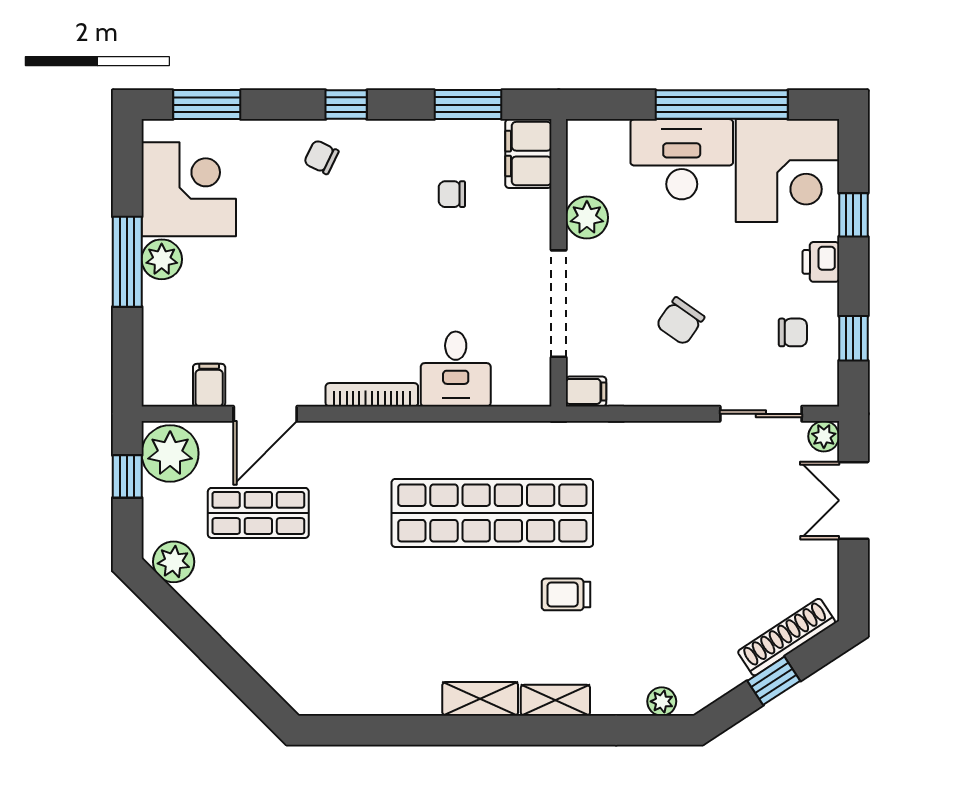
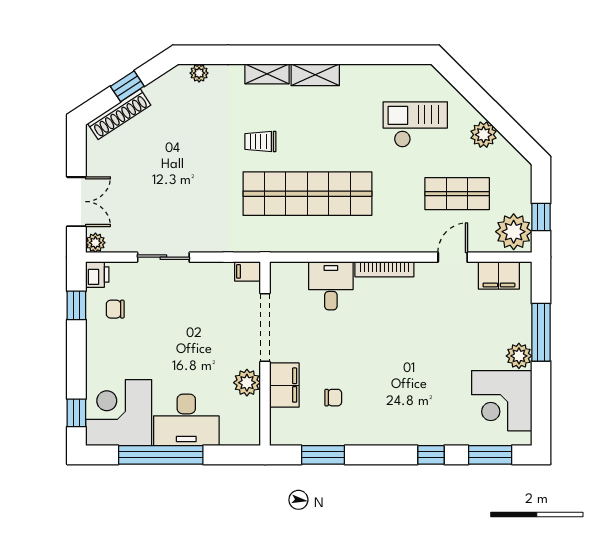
window: (346, 105) -> (431, 455), moved
filing cabinet: (528, 154) -> (284, 385), moved
chair: (321, 157) -> (417, 421), removed
window: (853, 215) -> (76, 413), moved
window: (127, 262) -> (541, 332), moved
printer: (821, 262) -> (97, 275), moved
chair: (680, 321) -> (187, 316), removed
filing cabinet: (209, 385) -> (499, 275), width x2.00
door: (265, 414) -> (453, 257), width x0.73
sliding door: (761, 414) -> (163, 257), moved
plant: (174, 562) -> (484, 135), moved
trolley: (566, 594) -> (260, 142), turned 180
checkout: (324, 621) -> (415, 124), added

